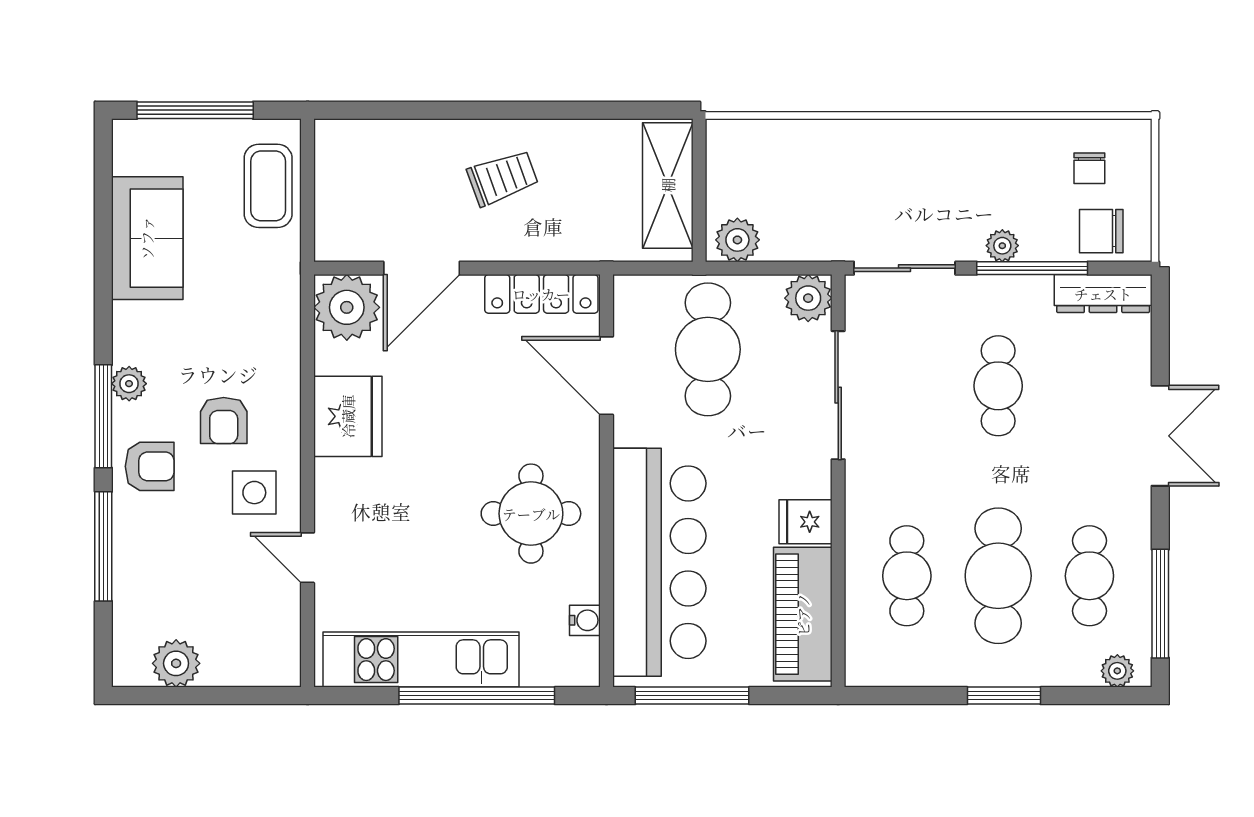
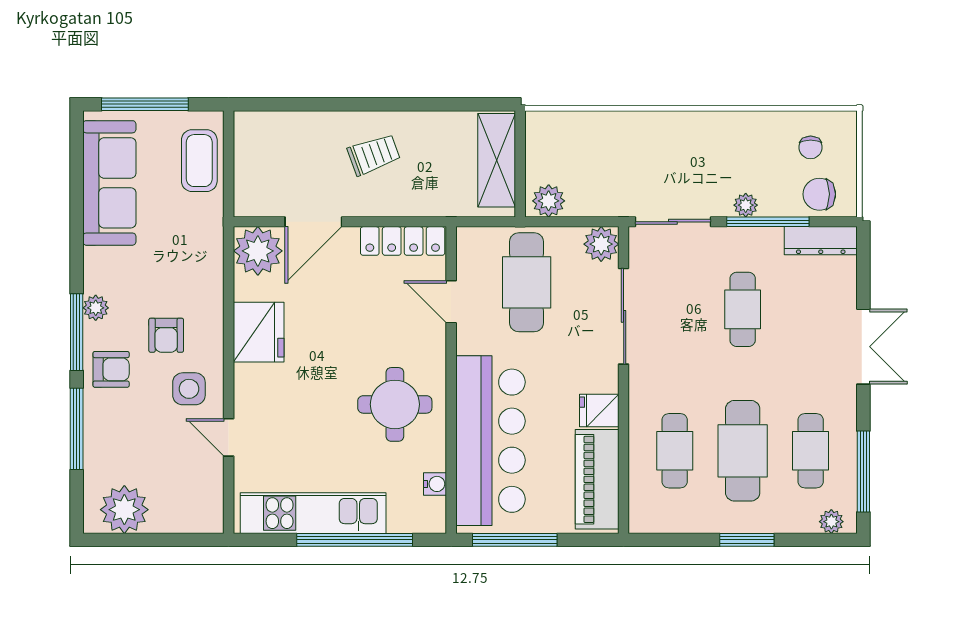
sofa: (147, 238) -> (109, 183), width x1.36
door: (607, 376) -> (451, 302), width x0.73
plant: (176, 663) -> (124, 510), width x1.36, depth x1.36

